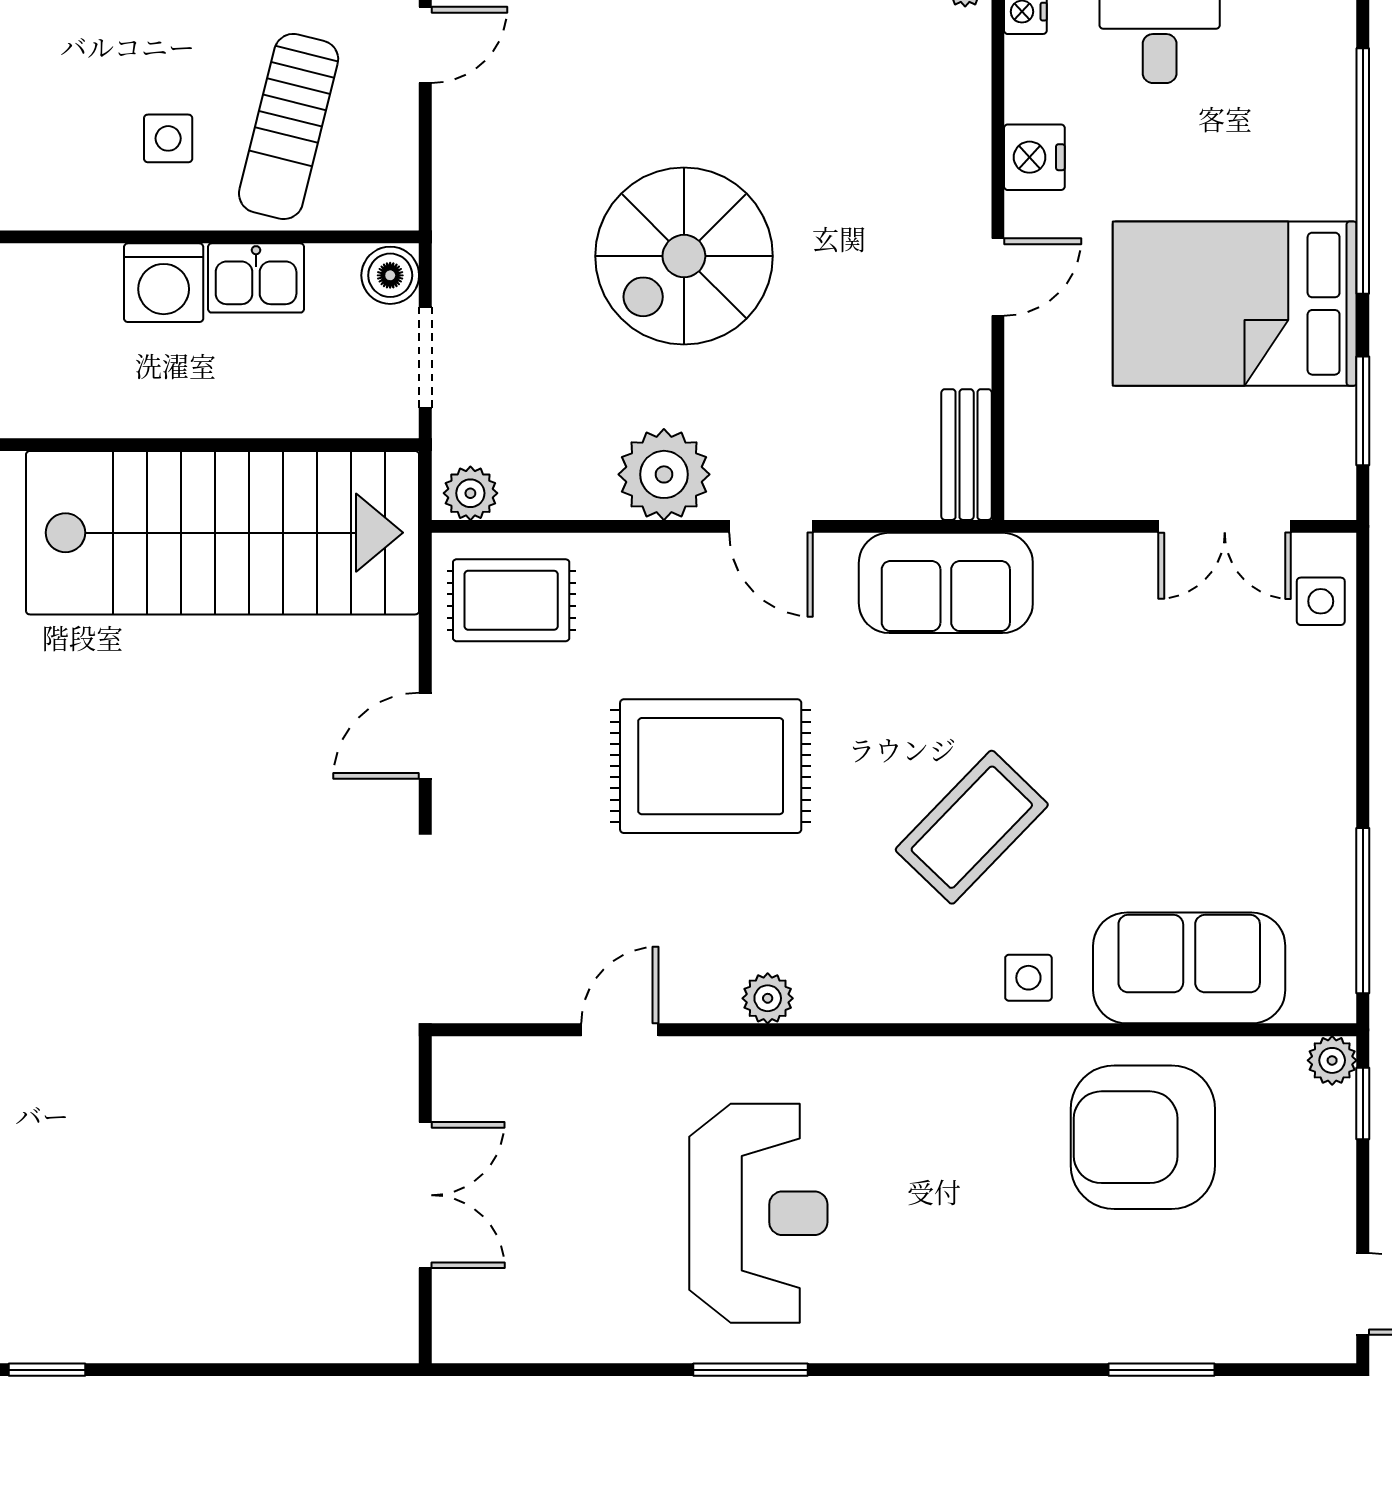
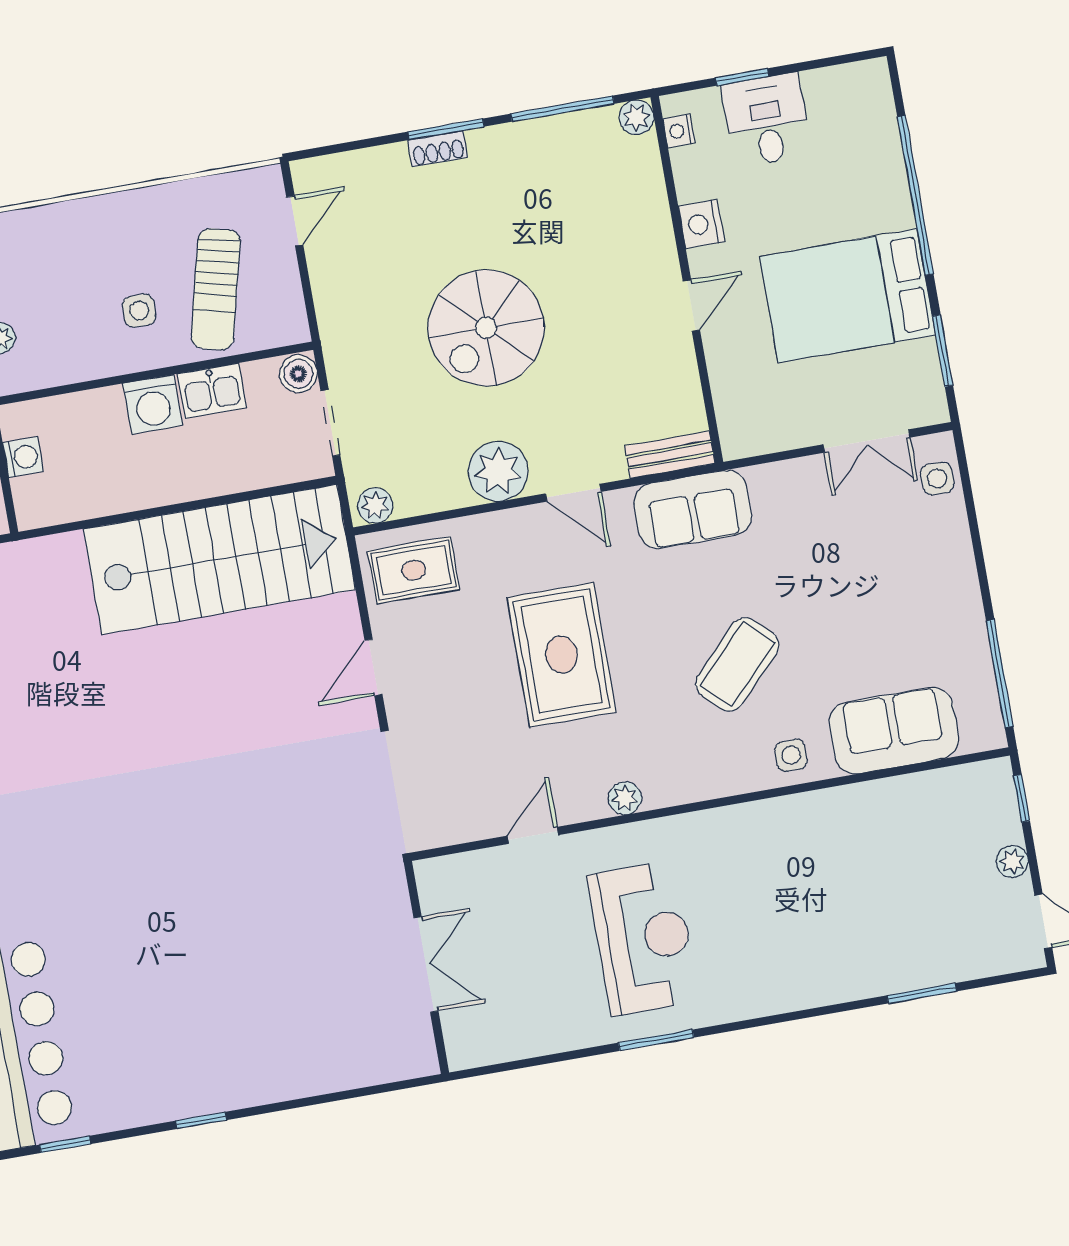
bench: (967, 455) -> (670, 455), moved, turned 90
rug: (711, 766) -> (562, 655), turned 90
plant: (1332, 1060) -> (1012, 862), moved
armchair: (1143, 1137) -> (883, 845), removed

